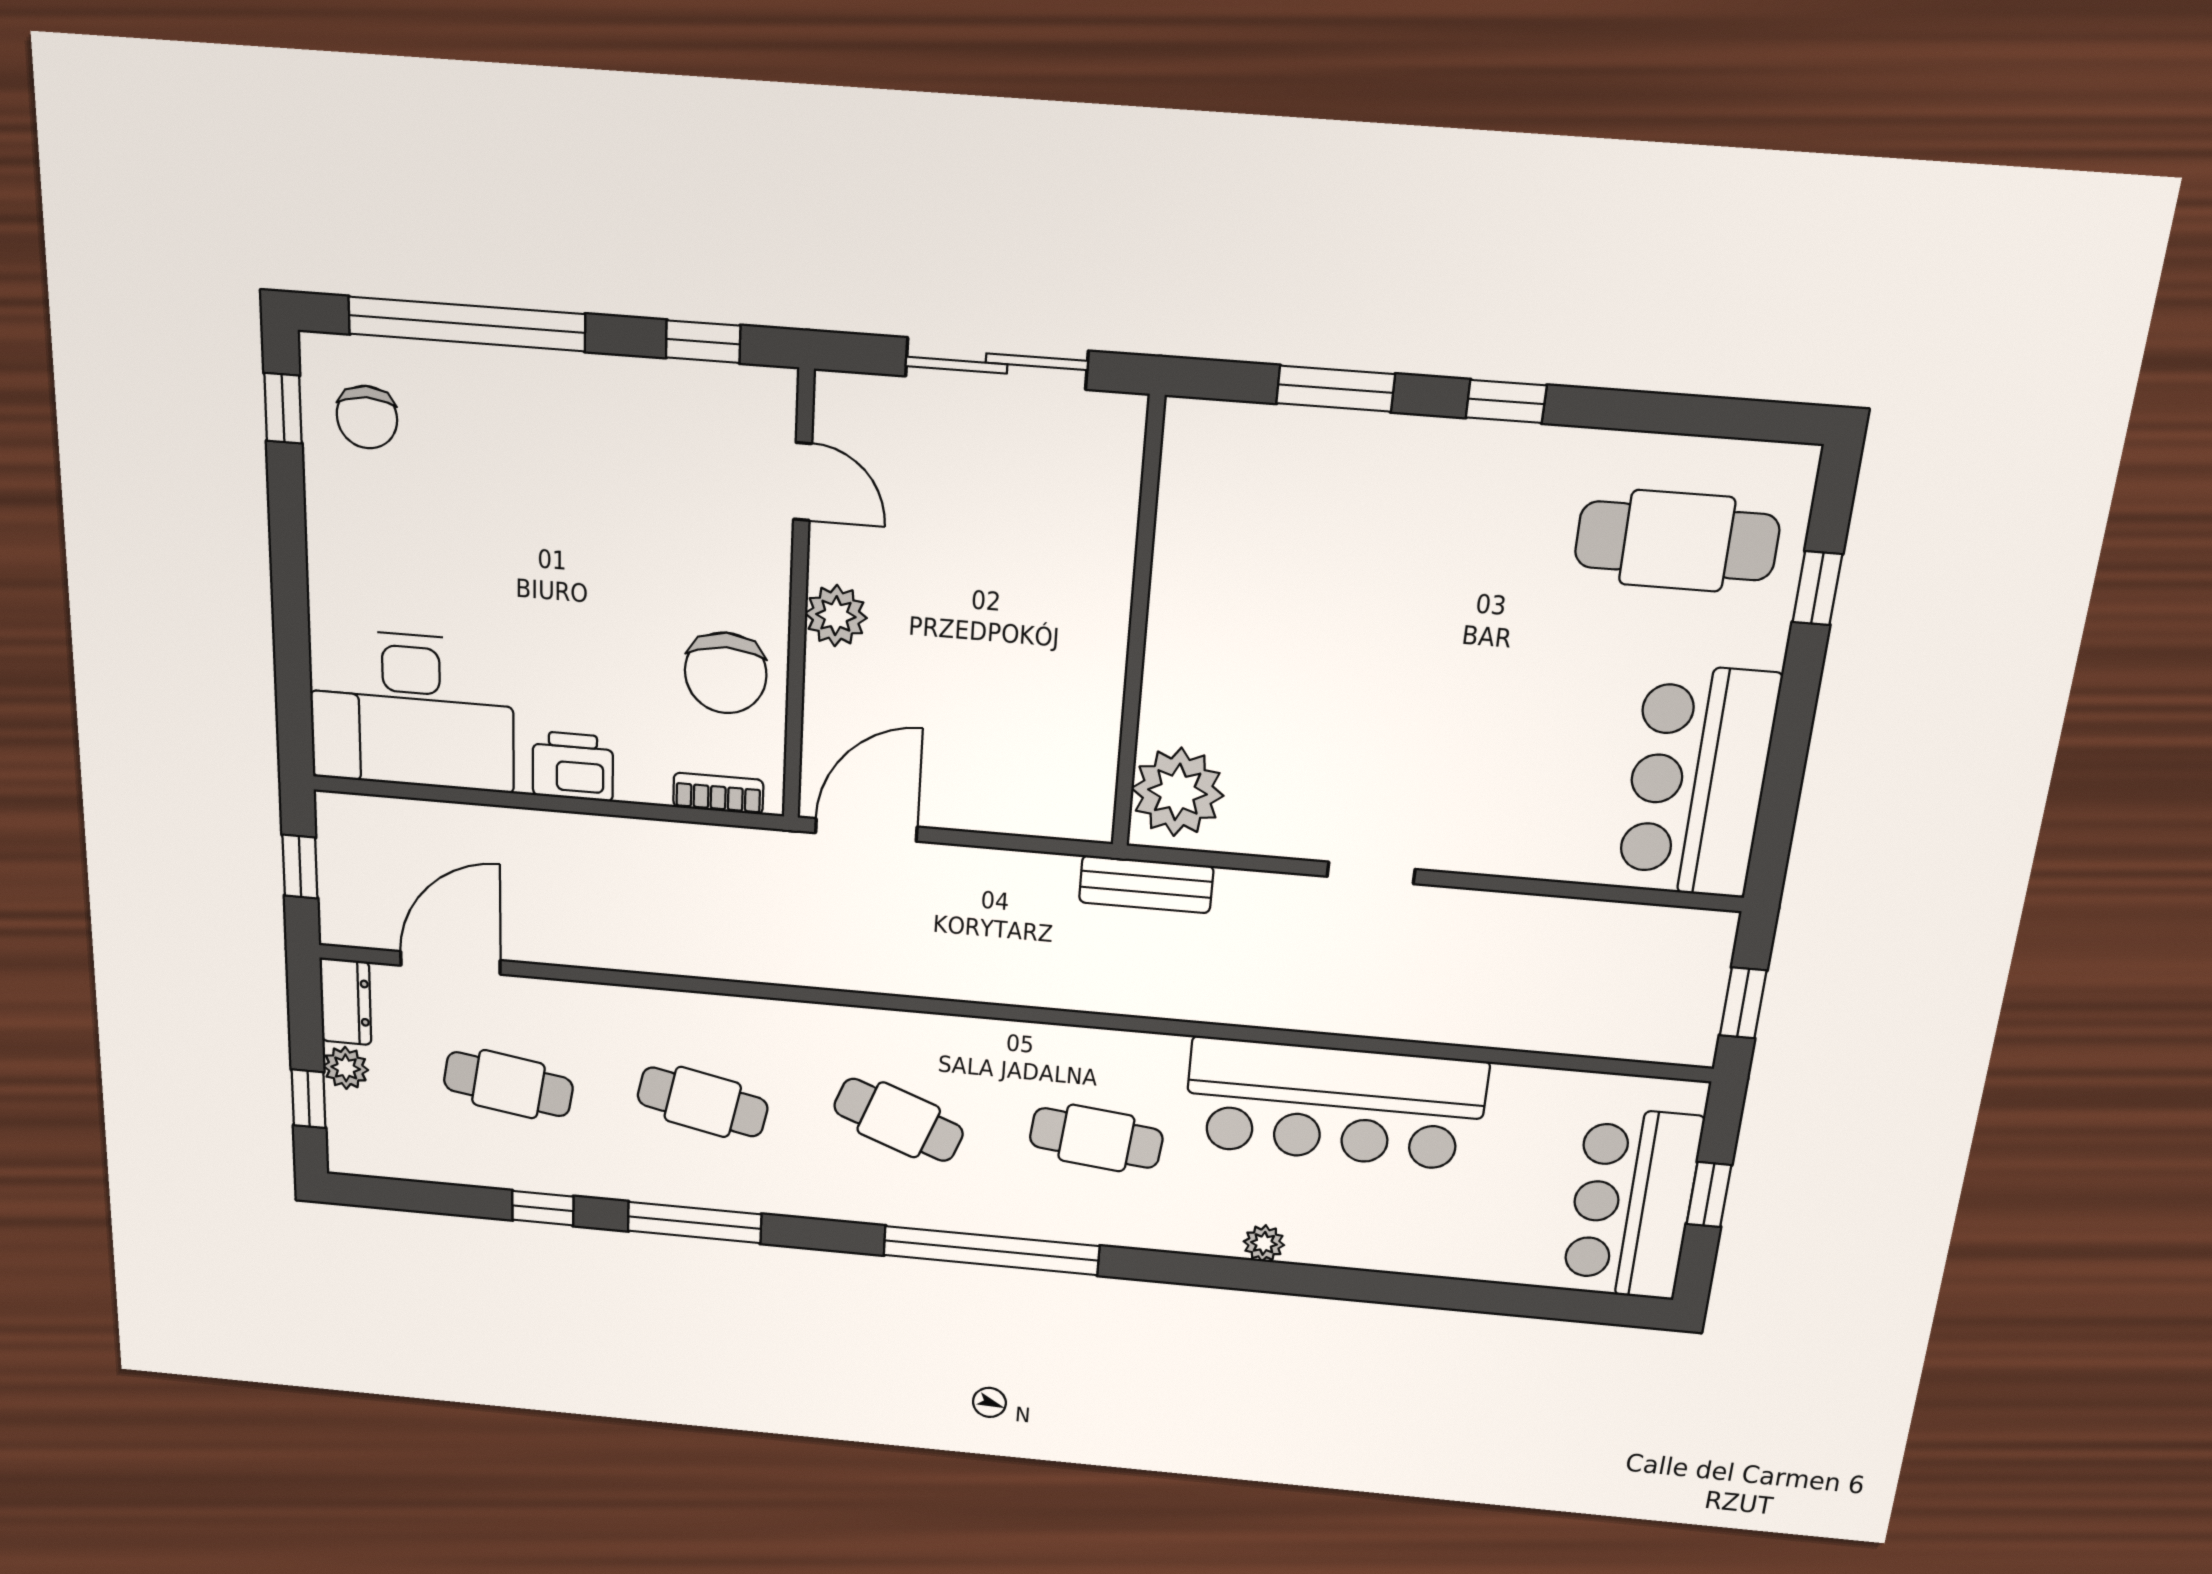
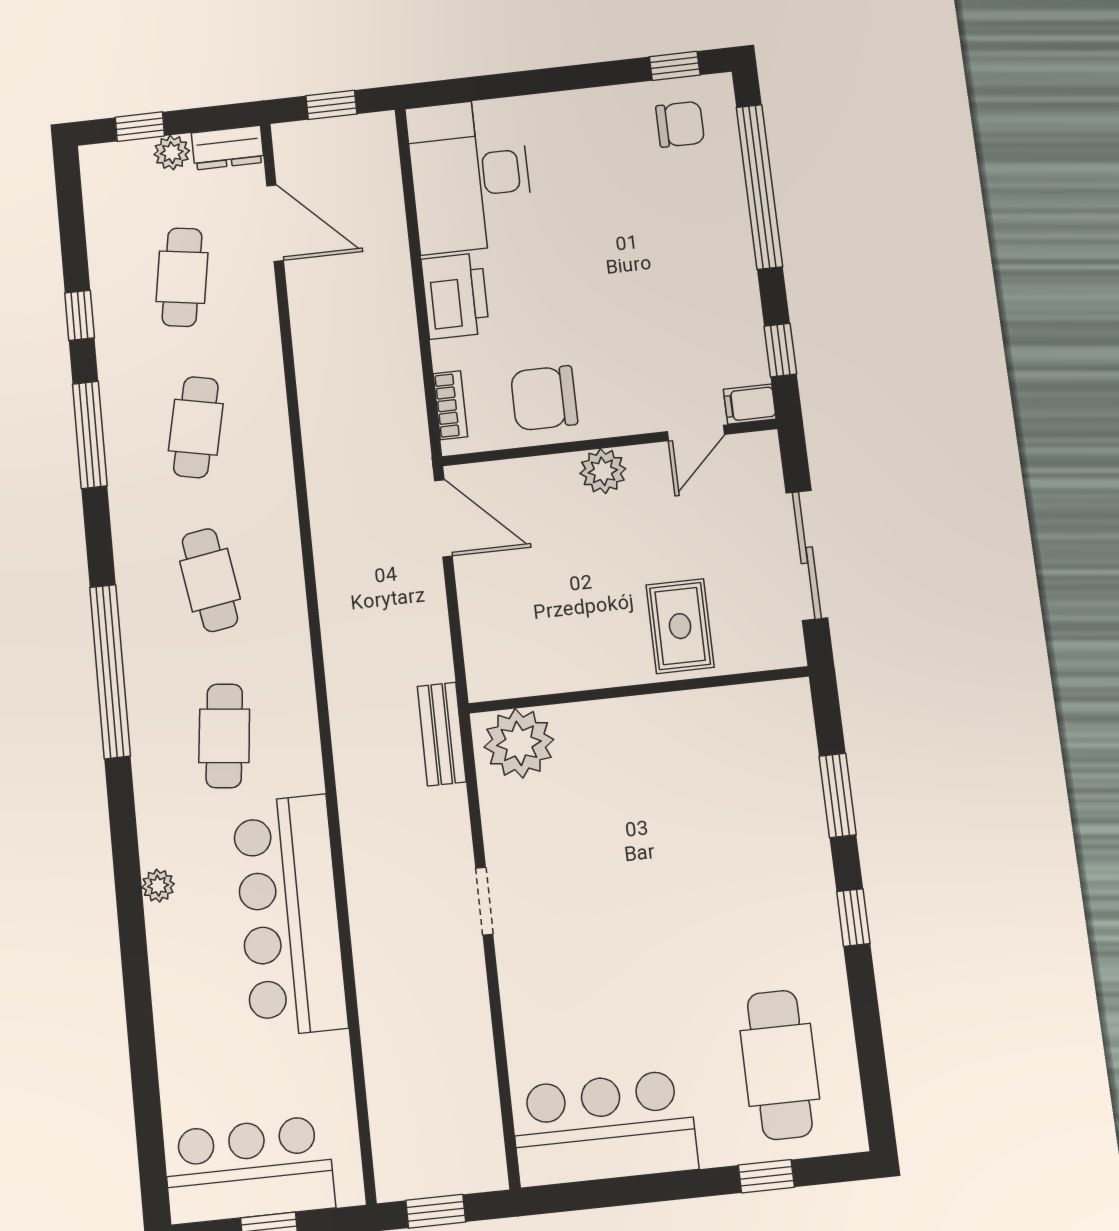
filing cabinet: (773, 400) -> (750, 404), added
chair: (367, 417) -> (680, 124), turned 180
rug: (1063, 555) -> (680, 626), added
printer: (573, 766) -> (455, 296), width x1.37, depth x1.19
cafe table: (899, 1120) -> (210, 580), turned -30

